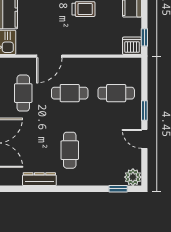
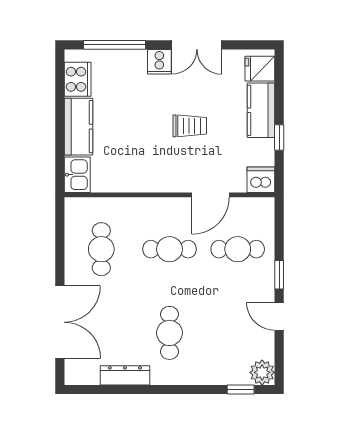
window: (144, 37) -> (279, 138), moved
door: (49, 56) -> (211, 195), moved

